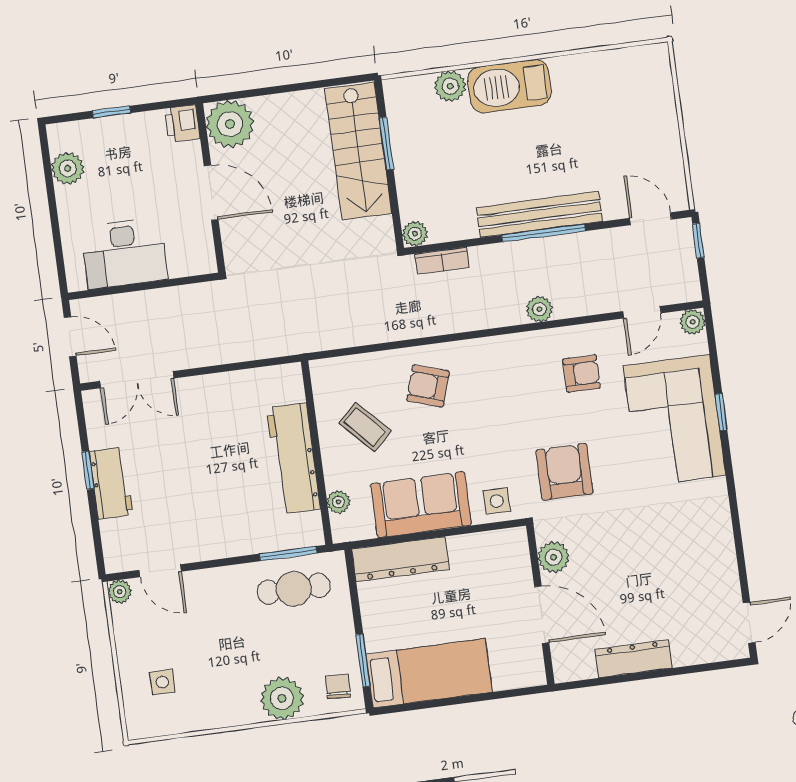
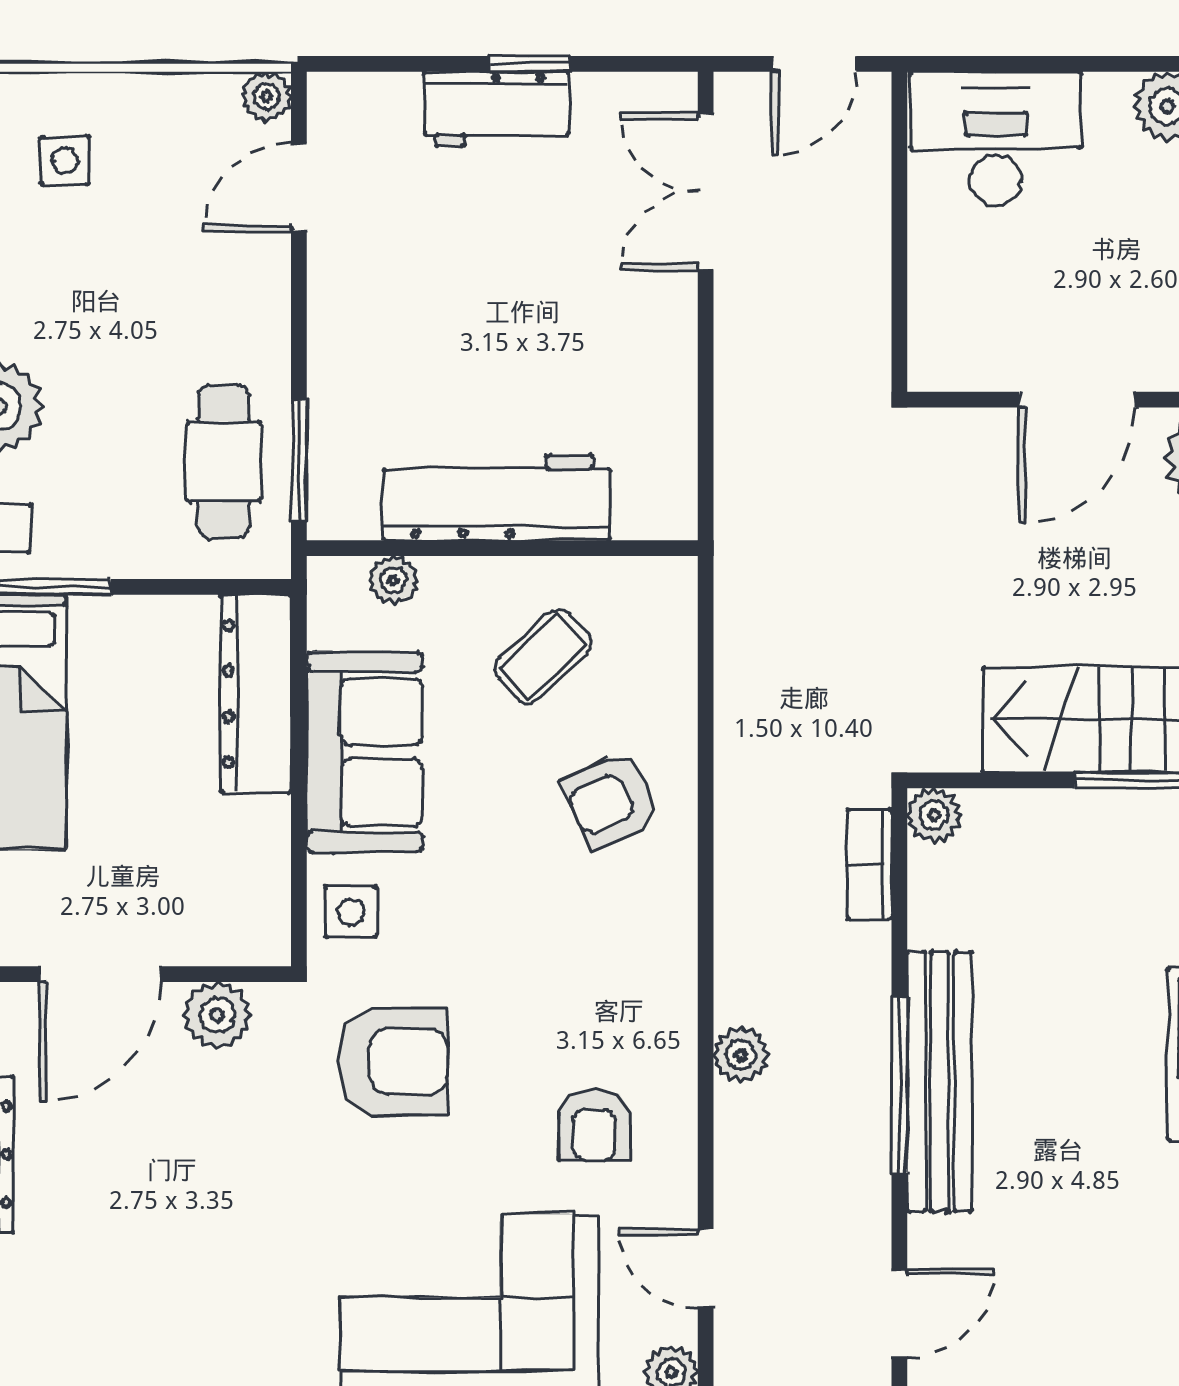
desk: (124, 253) -> (996, 139), moved, turned 90
armchair: (428, 386) -> (611, 800), turned -133

